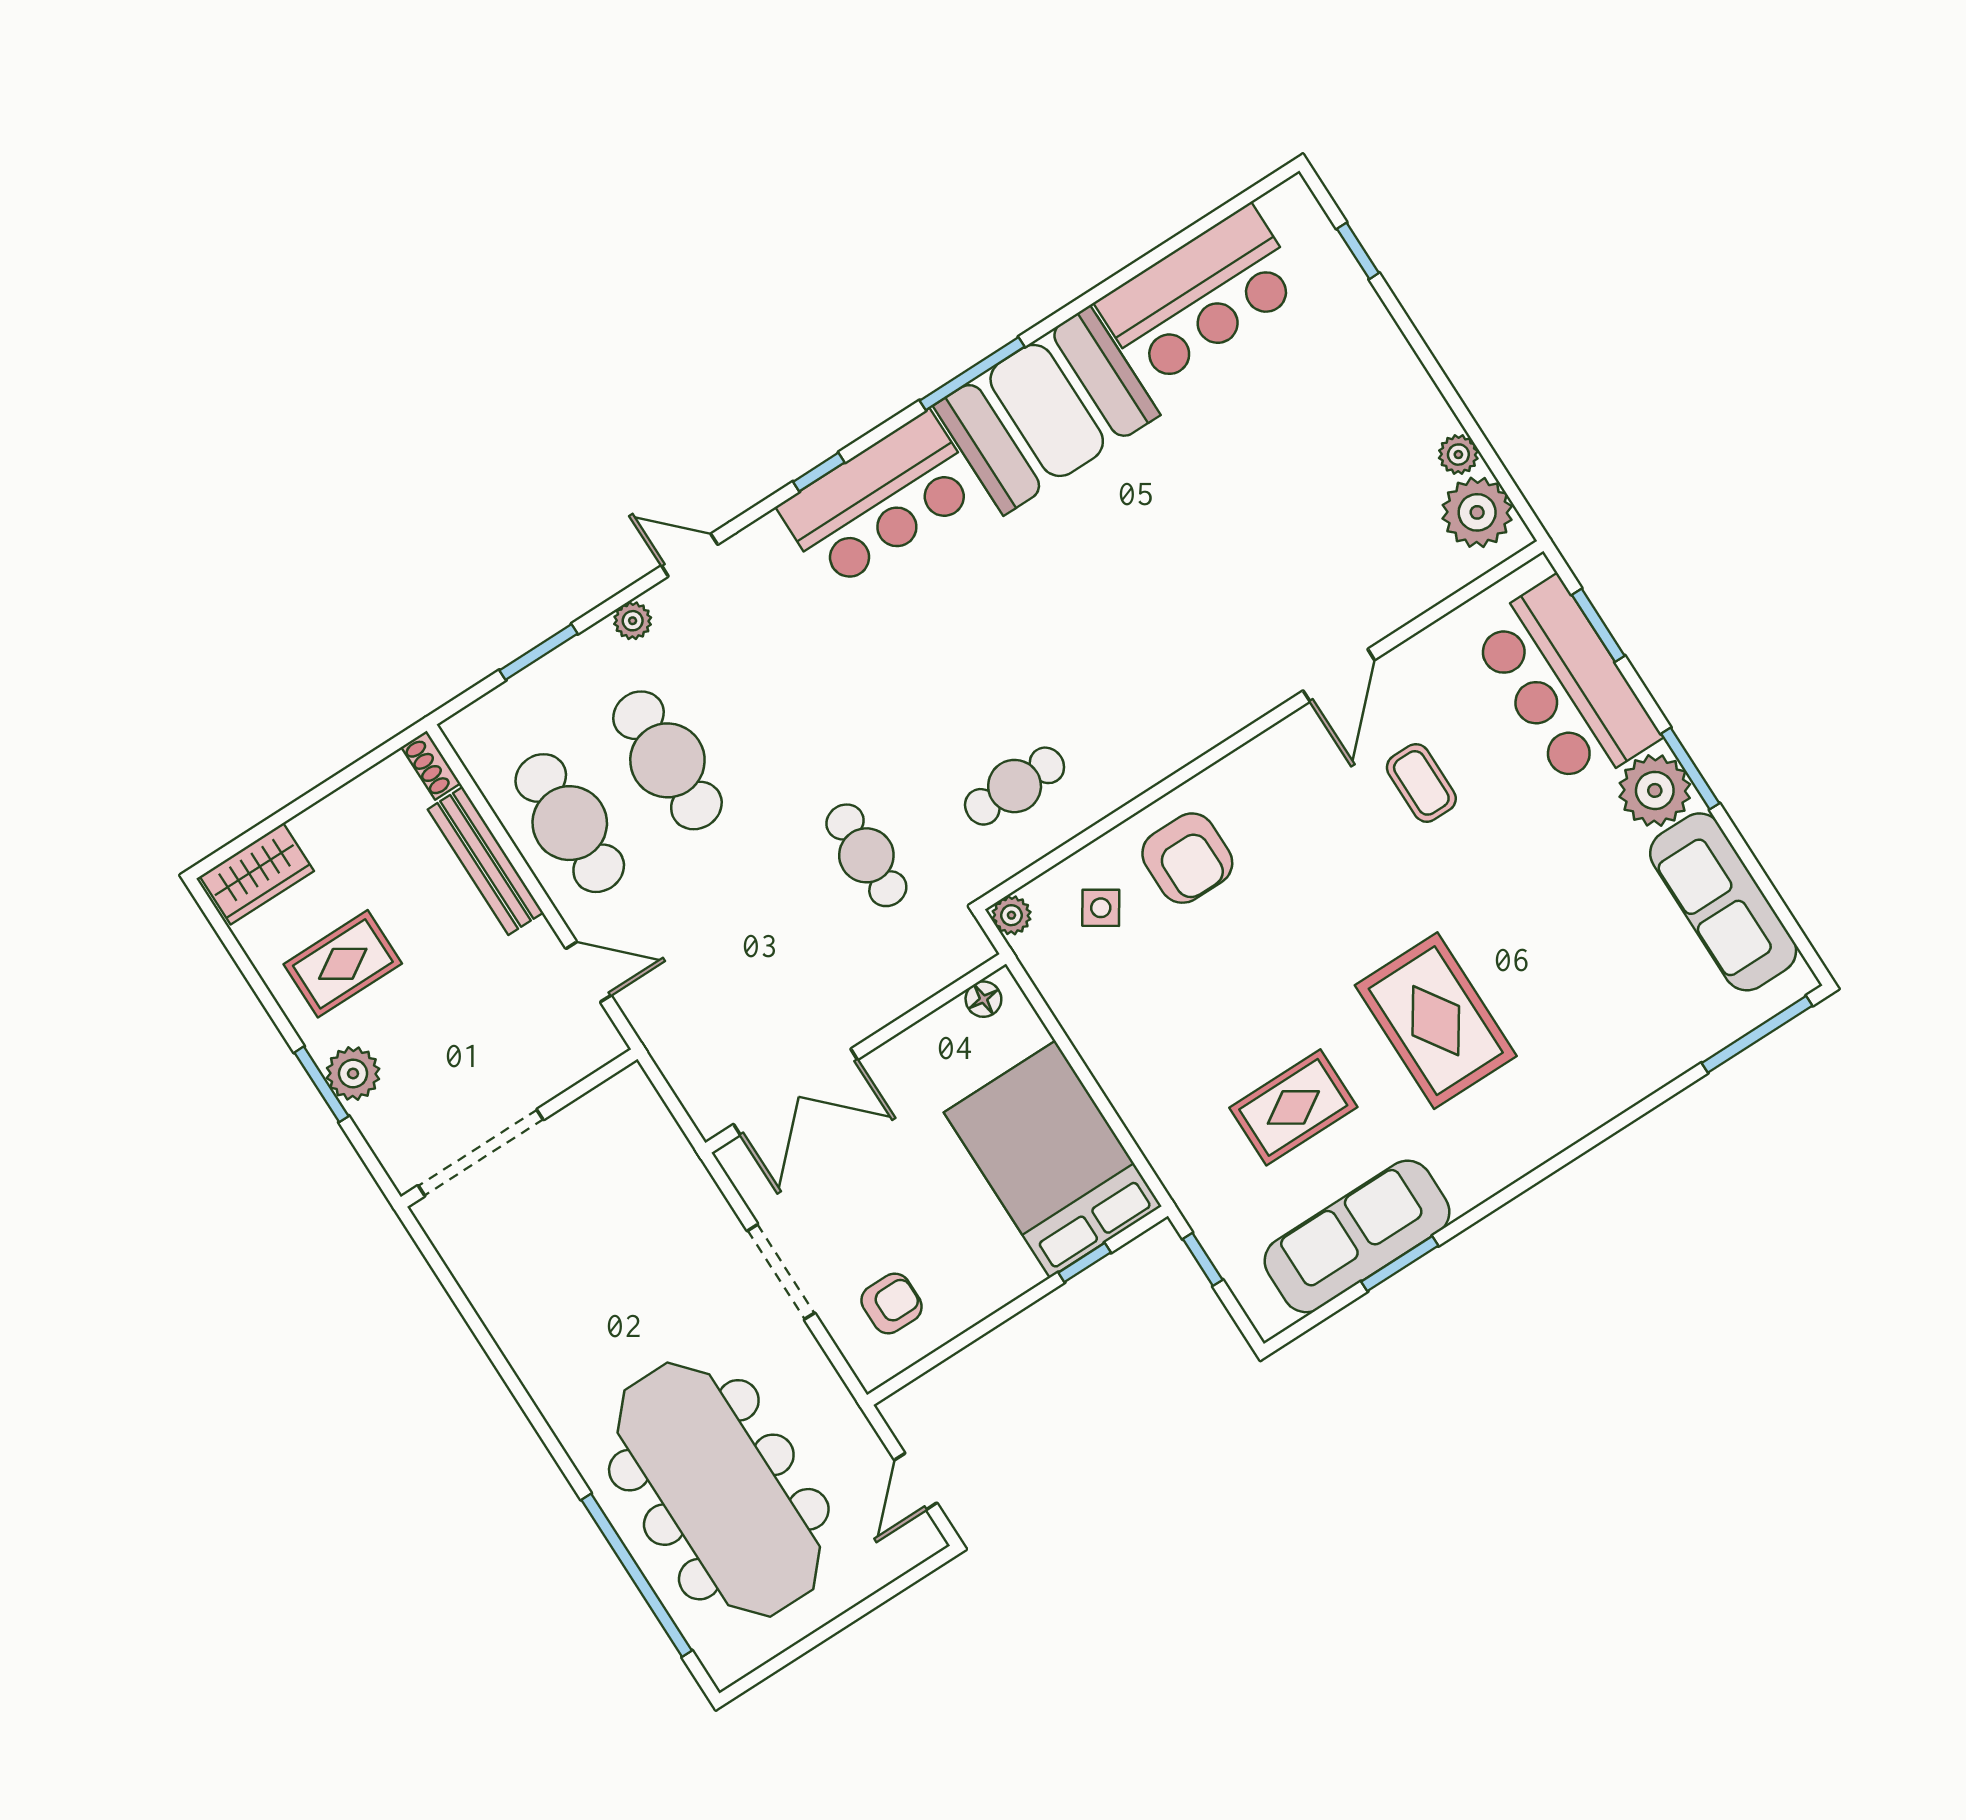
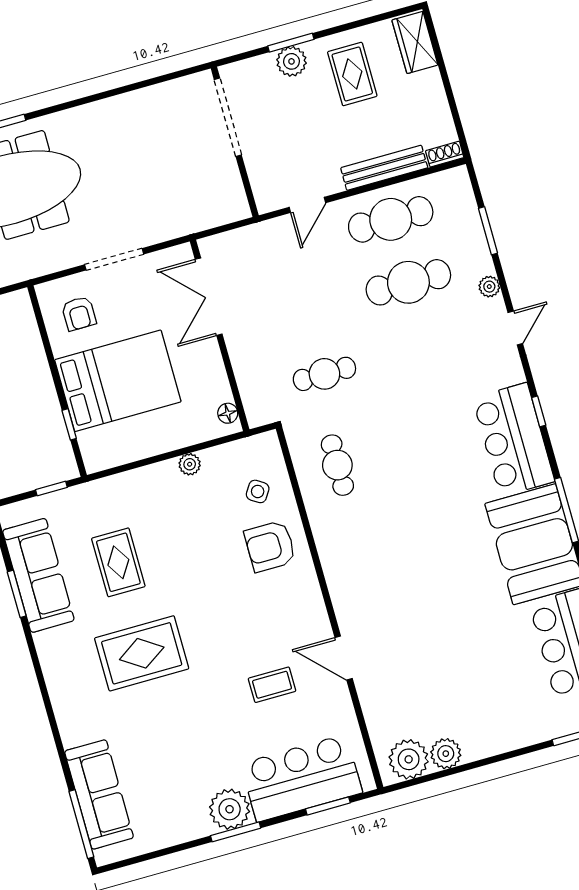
plant: (1458, 455) -> (446, 754), width x1.38, depth x1.38
sofa: (1723, 902) -> (99, 794), moved, turned 90
plant: (1011, 915) -> (190, 464), moved
bed: (1053, 1159) -> (118, 381), moved

